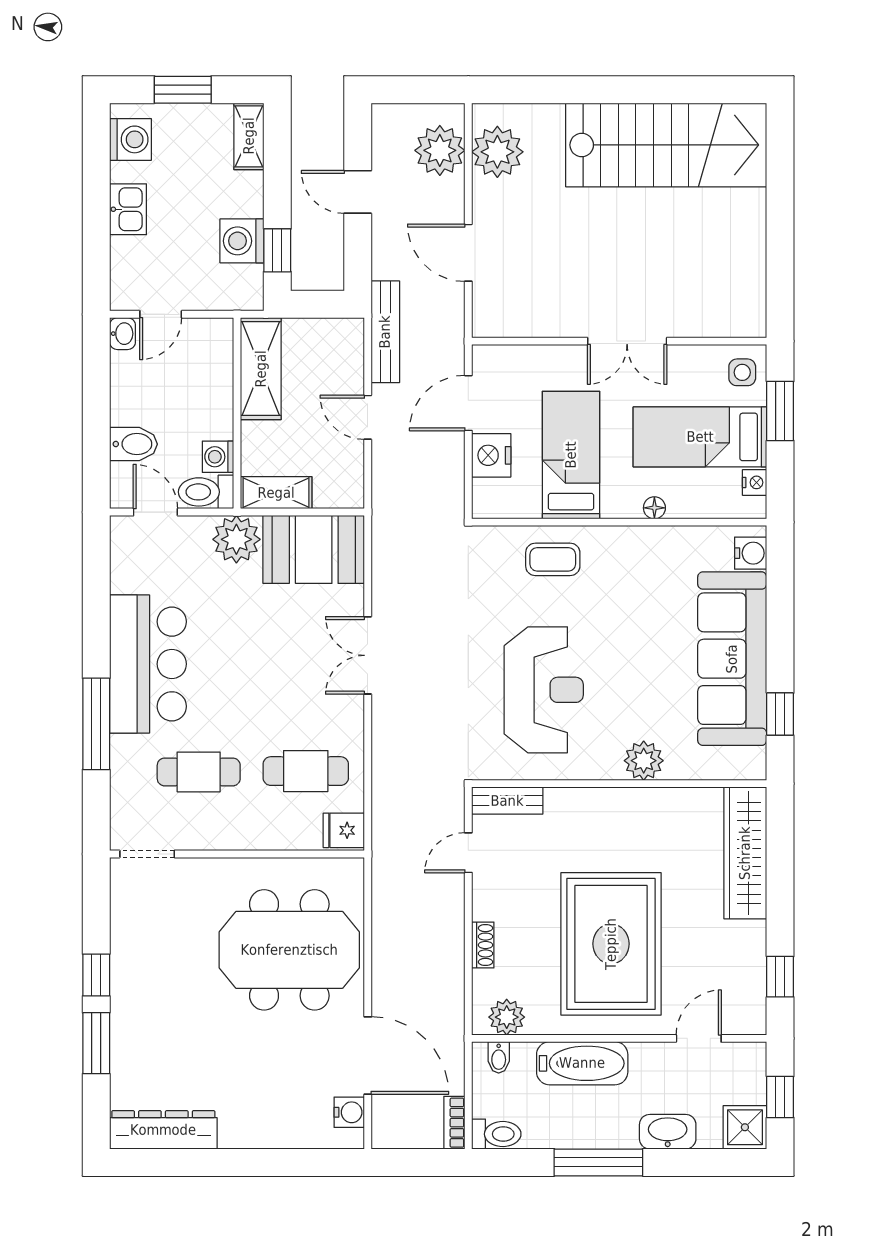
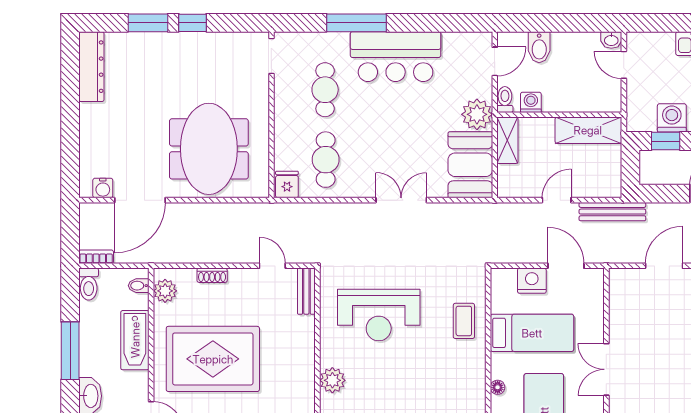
toilet: (206, 492) -> (505, 100), width x0.73, depth x0.72

